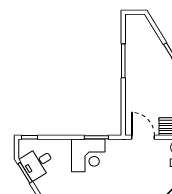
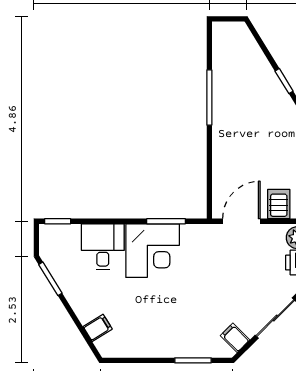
door: (143, 137) -> (241, 221), hinge flipped
desk: (38, 163) -> (103, 247), moved, turned 122

